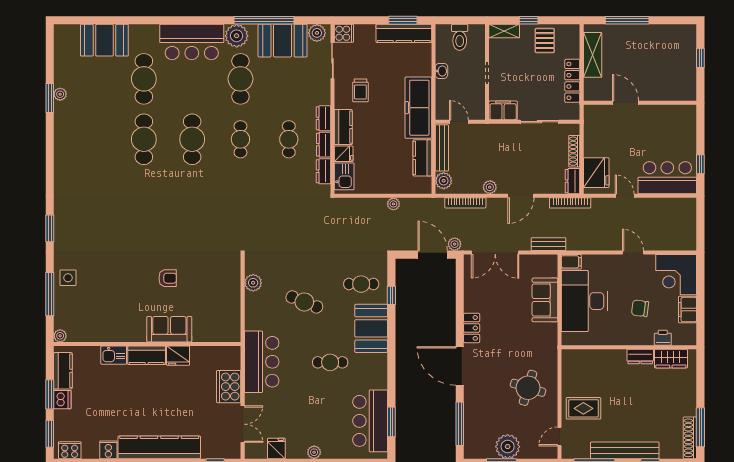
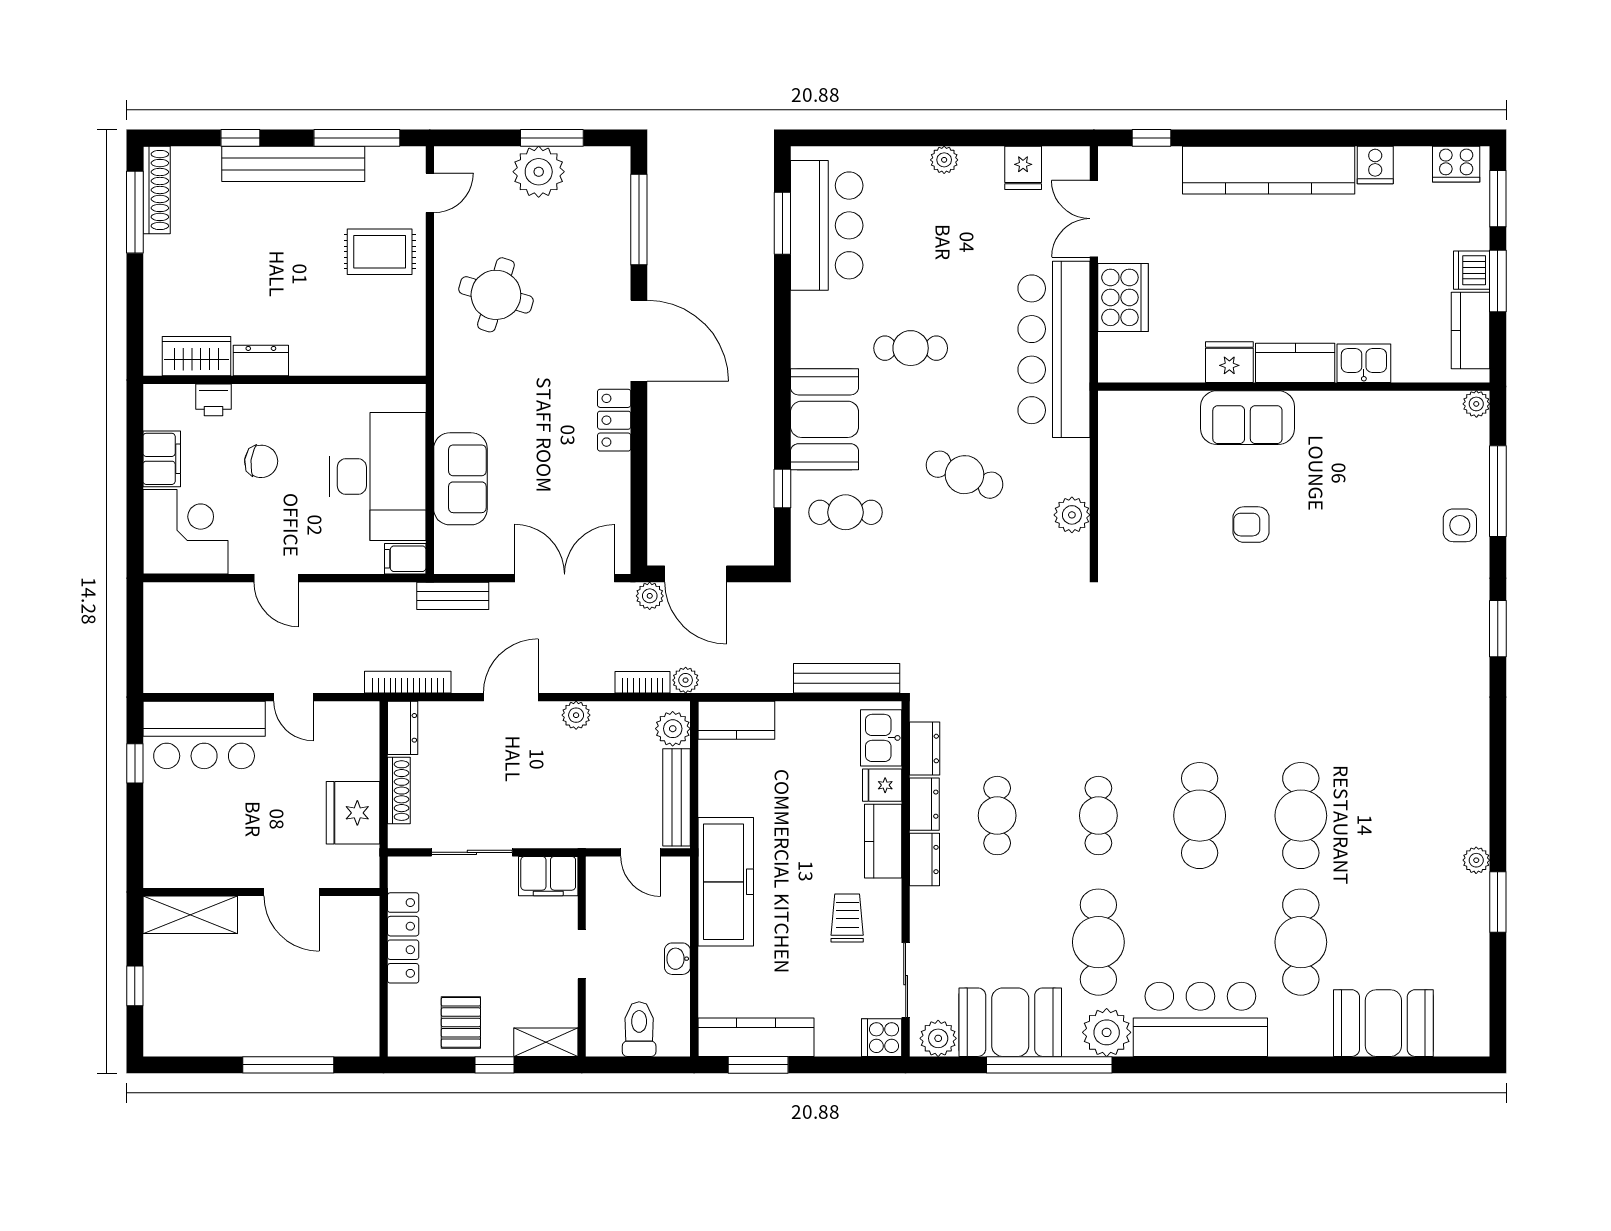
shelving: (593, 55) -> (190, 915), moved, turned 90
plant: (60, 94) -> (1476, 860), moved
kitchen counter: (422, 158) -> (736, 720), moved, turned 90
fridge: (596, 173) -> (353, 813), moved
bookcase: (465, 203) -> (643, 682), width x0.64
plant: (393, 204) -> (686, 680), moved
bench: (361, 205) -> (847, 678), added
bar counter: (262, 362) -> (1054, 349), width x1.36

